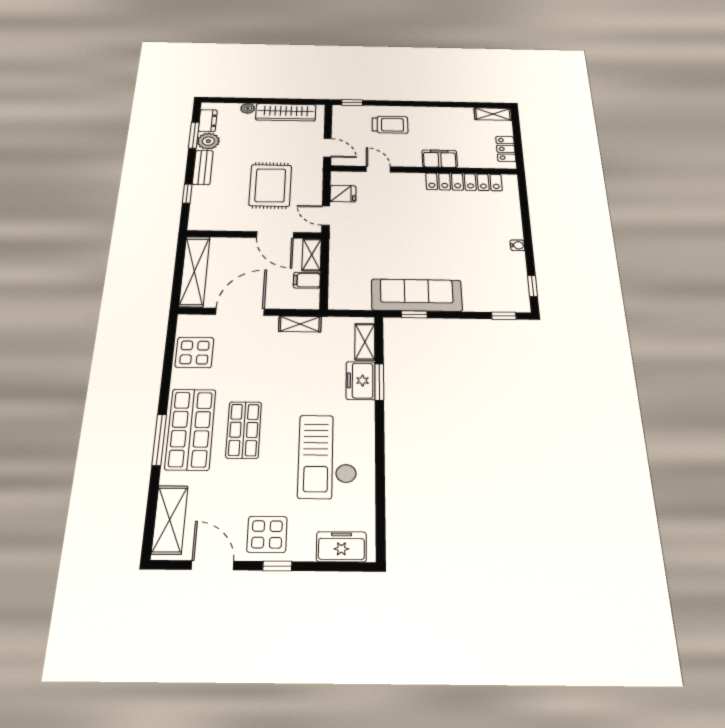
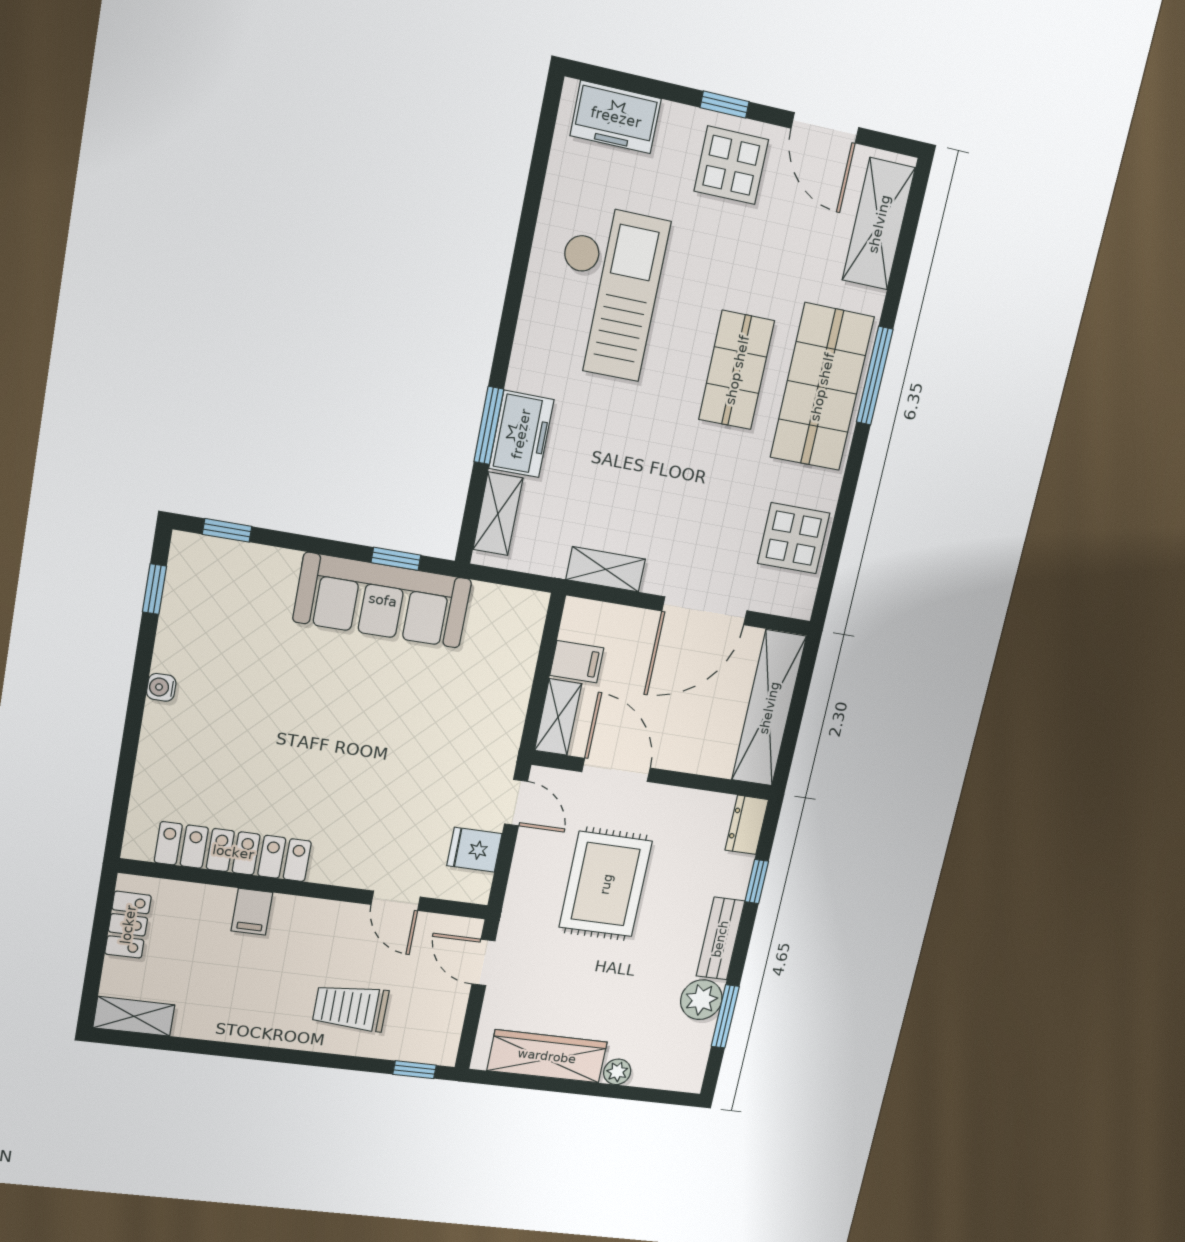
dresser: (208, 121) -> (747, 825), moved
filing cabinet: (440, 159) -> (252, 912), width x0.50

